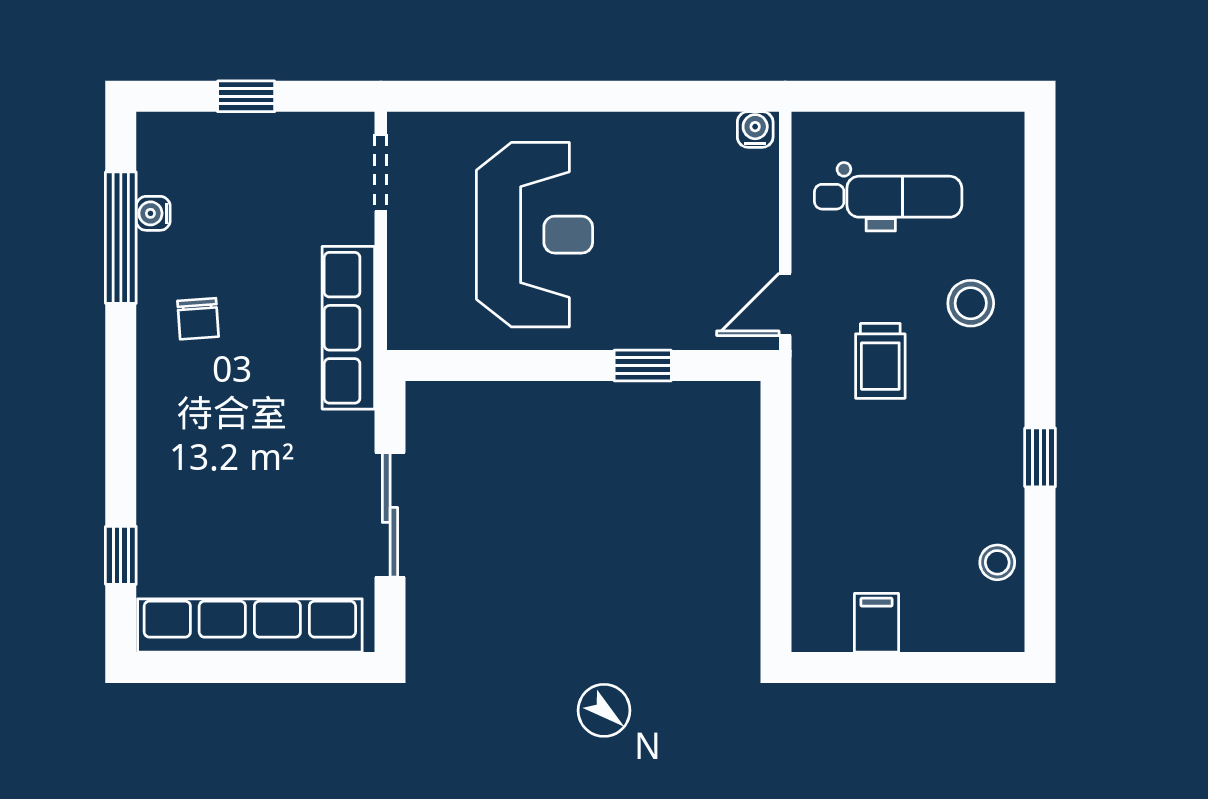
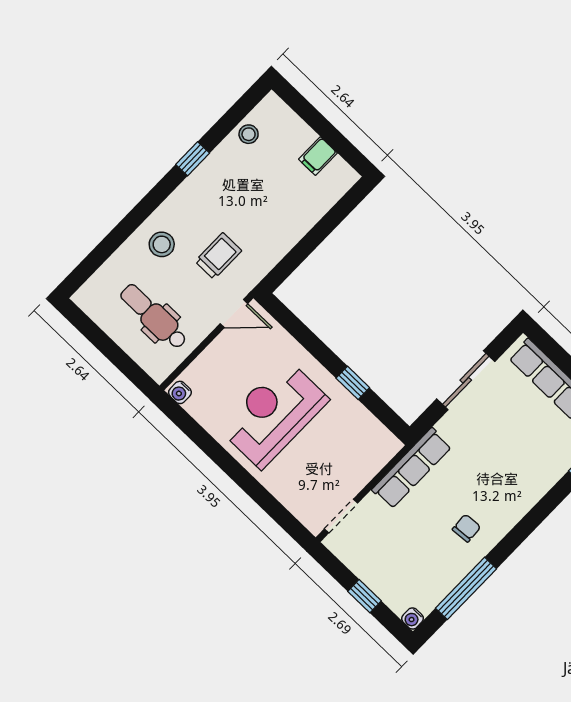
water cooler: (153, 213) -> (413, 618), moved, turned 90
reception desk: (535, 235) -> (273, 414), moved
window: (643, 366) -> (353, 383), moved

